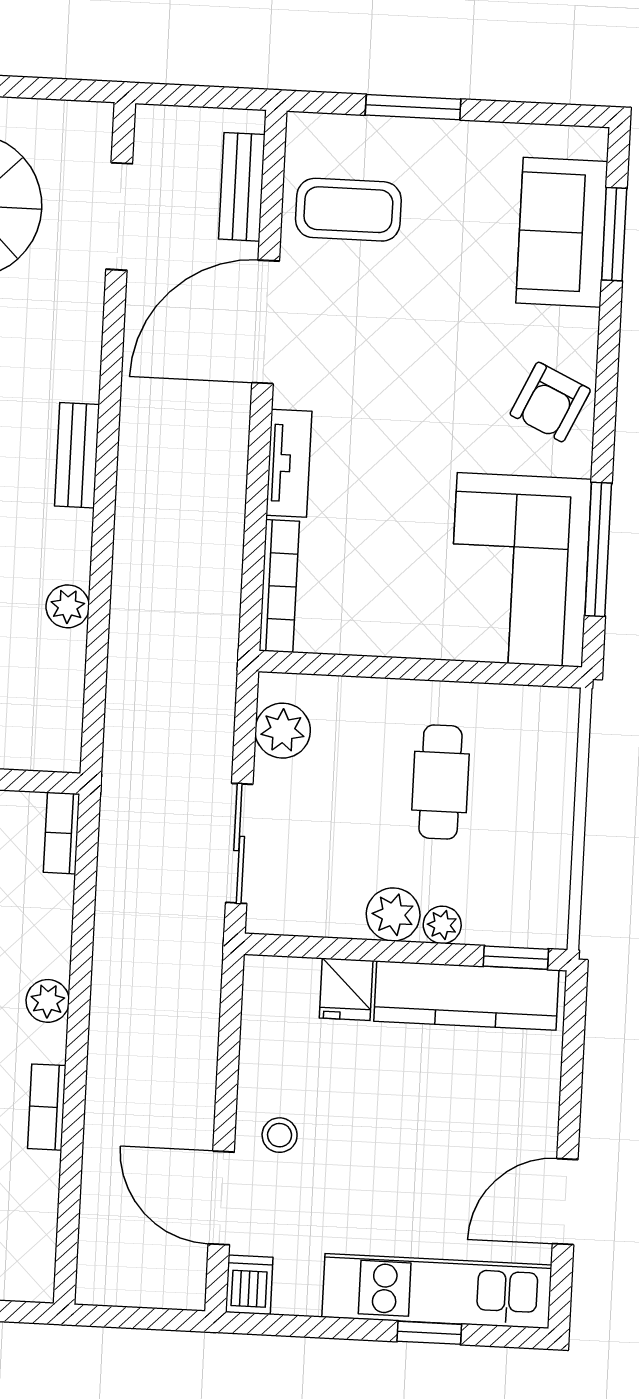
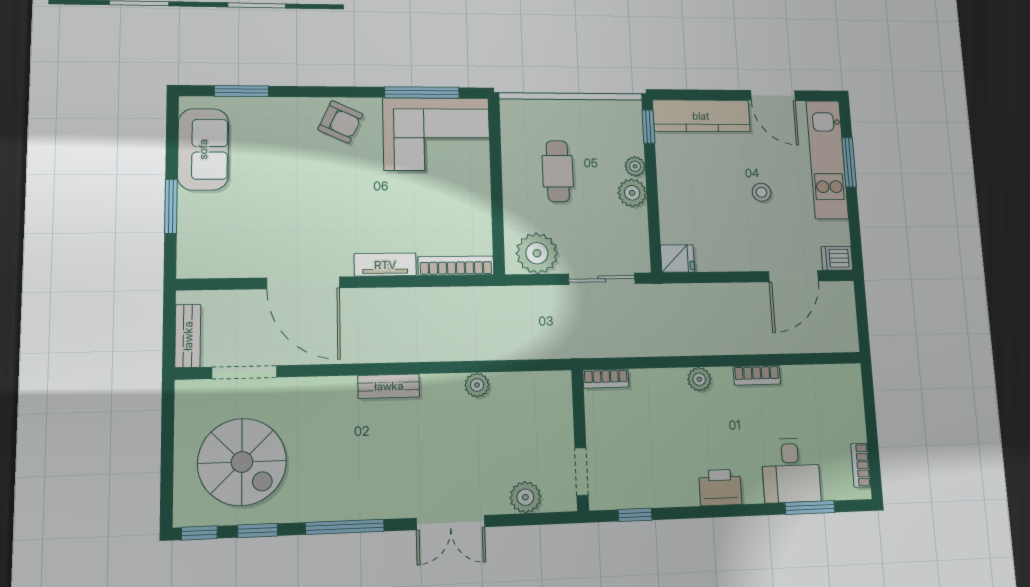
bench: (242, 187) -> (188, 336), moved, turned 90
coffee table: (348, 210) -> (234, 240), removed
sofa: (562, 232) -> (203, 149), moved, turned -90
plant: (283, 731) -> (537, 253), width x1.36, depth x1.36
cafe table: (440, 782) -> (558, 171), turned 90
fridge: (346, 989) -> (677, 258), moved
kitchen counter: (466, 996) -> (701, 116), moved, turned 90
stool: (280, 1135) -> (761, 192), moved
window: (429, 1333) -> (849, 162), width x1.50

